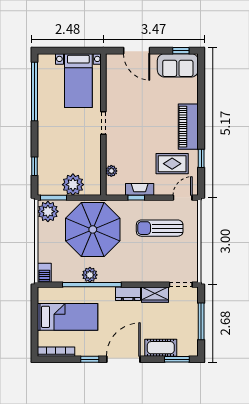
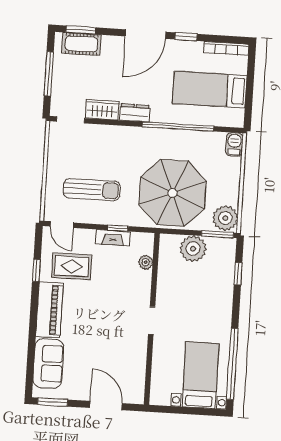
window: (181, 51) -> (53, 402), width x1.50
sofa: (178, 65) -> (48, 364), moved, turned 90
bed with nightstands: (78, 81) -> (200, 375), moved
door: (183, 198) -> (62, 225), hinge flipped
plant: (90, 275) -> (180, 138), removed
cot: (161, 348) -> (81, 44), moved

